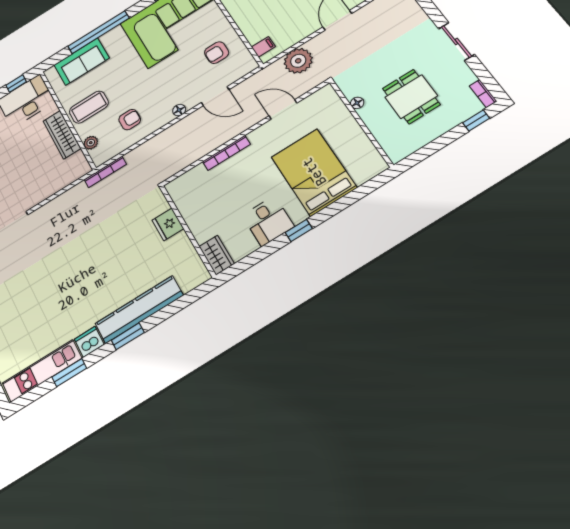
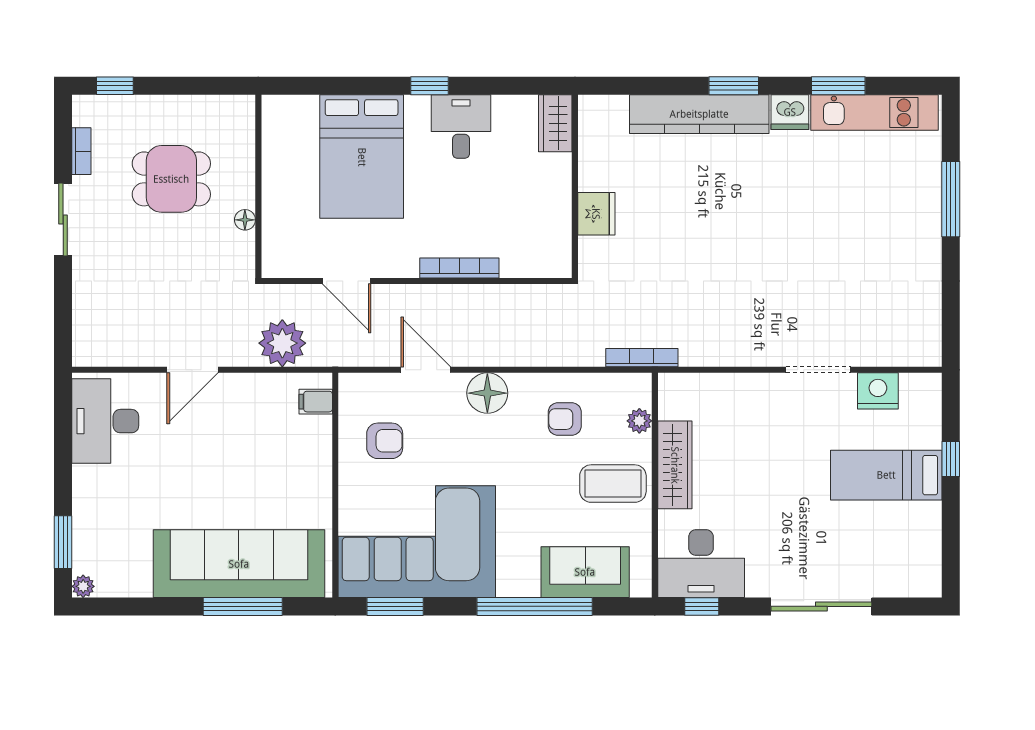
bookcase: (483, 94) -> (81, 151), moved
dining table: (411, 97) -> (171, 179), turned 90
floor lamp: (179, 110) -> (487, 393), width x1.89, depth x1.89

